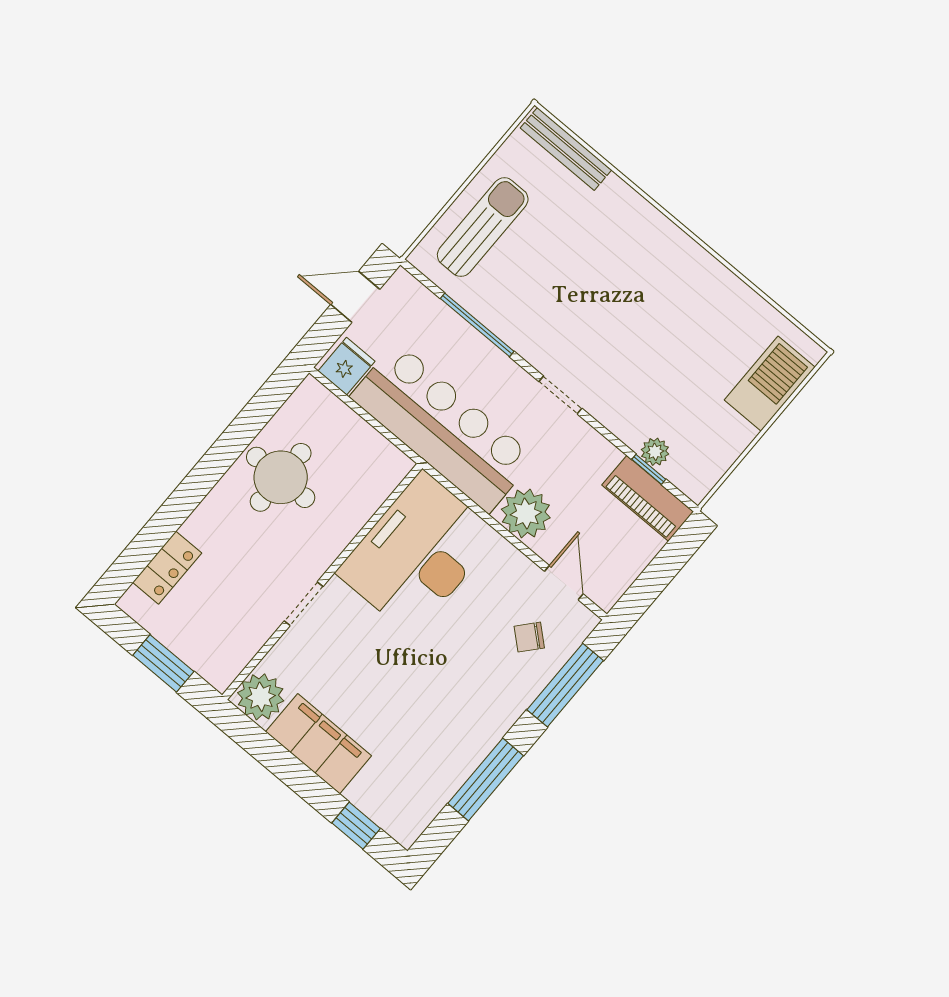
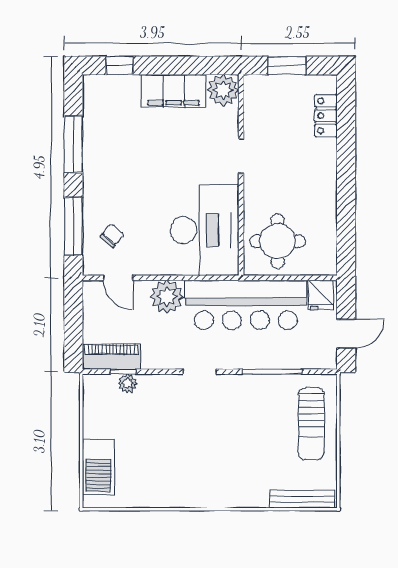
round table: (281, 477) -> (278, 241), moved

